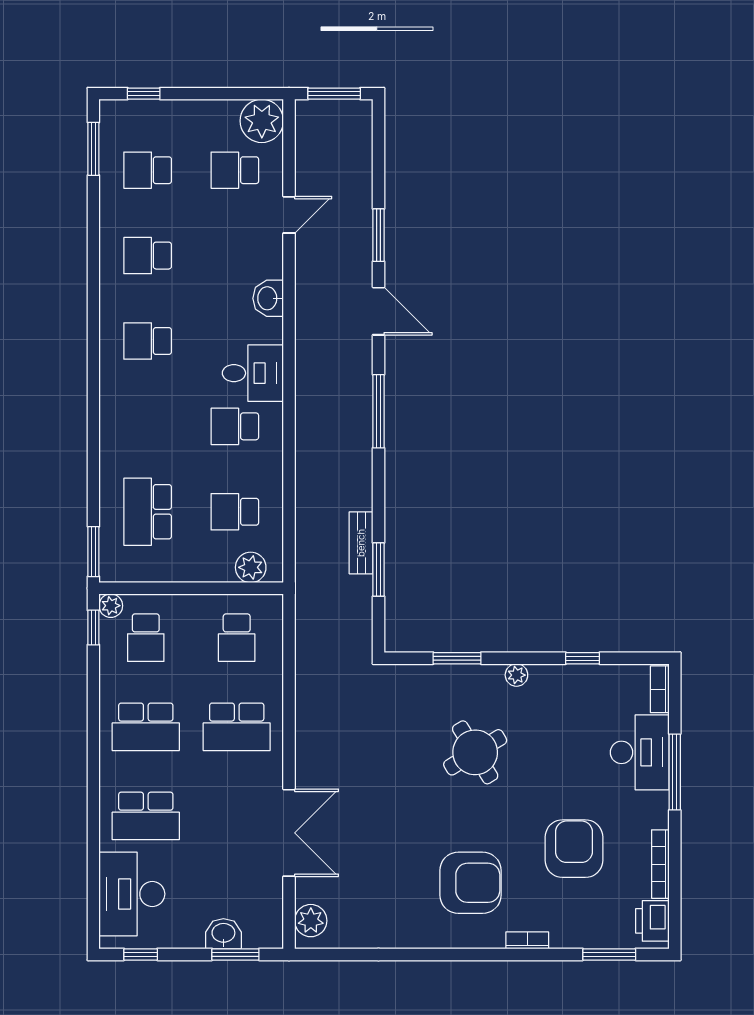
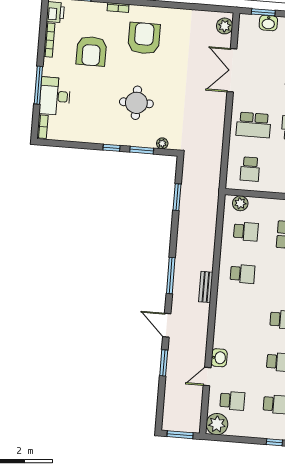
washbasin: (268, 298) -> (219, 358), moved
desk: (253, 373) -> (231, 299), removed
bench: (361, 543) -> (206, 287), moved
school desk: (237, 638) -> (250, 169), turned 180
window: (583, 658) -> (112, 148), moved
plant: (516, 675) -> (162, 143), moved
school desk: (237, 727) -> (254, 125), turned 180
round table: (475, 752) -> (136, 103), turned 31
armchair: (470, 883) -> (144, 38), turned 90

